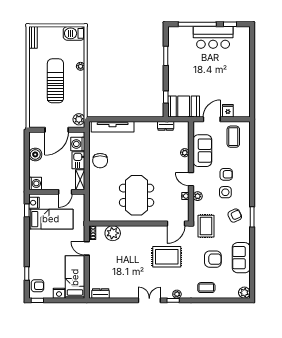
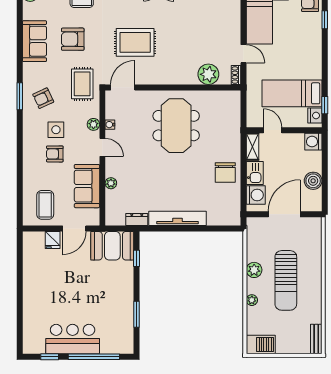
plant: (79, 119) -> (254, 270), moved
tv unit: (113, 127) -> (177, 218), moved
chair: (100, 161) -> (225, 173), turned 180
door: (65, 192) -> (273, 130), hinge flipped

